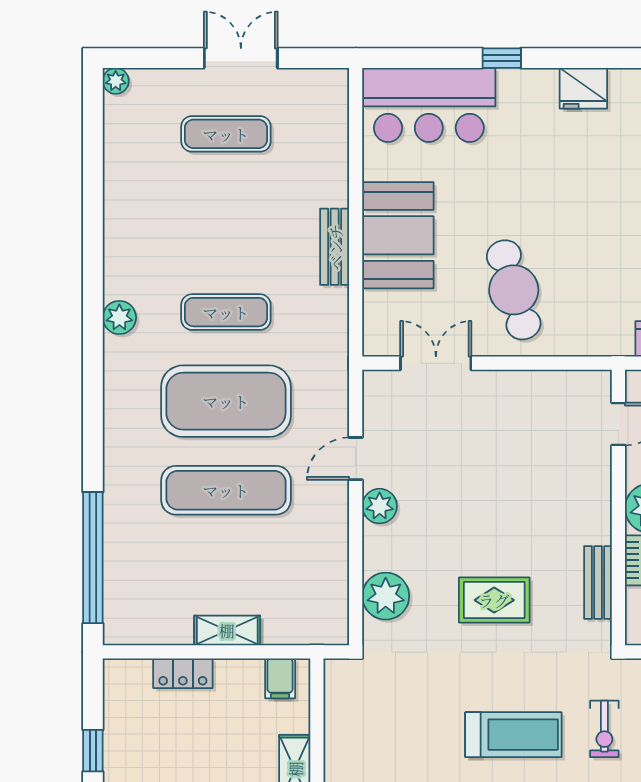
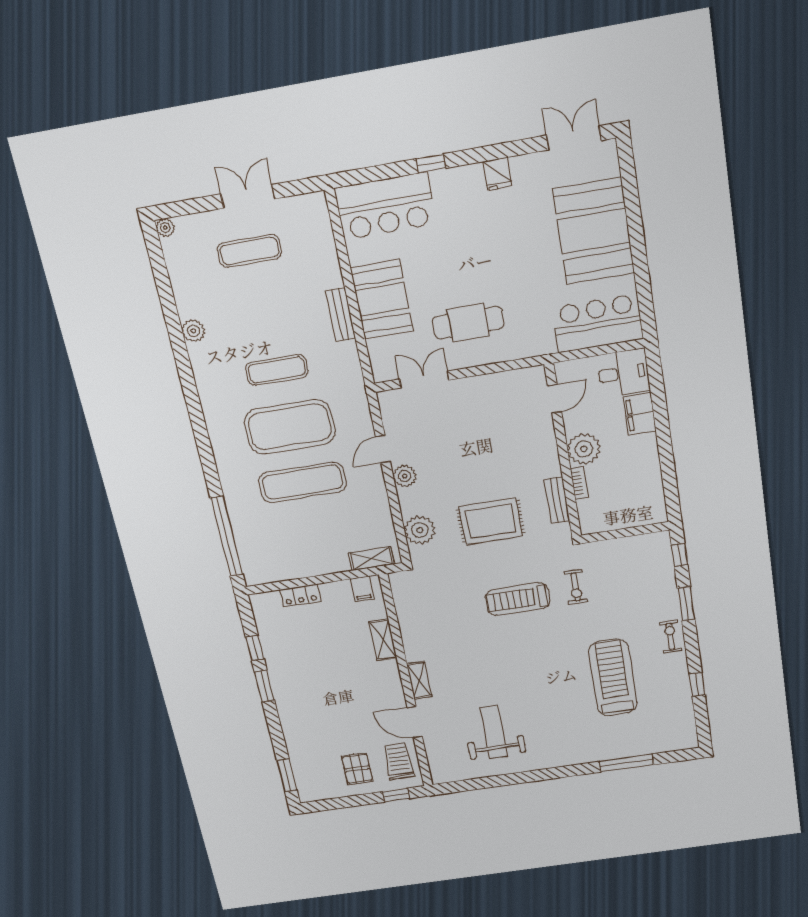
fridge: (583, 88) -> (497, 174), width x0.72
cafe table: (514, 290) -> (468, 323), turned -74
plant: (119, 317) -> (193, 331), moved
rug: (494, 600) -> (491, 521), width x1.36, depth x1.43
shelving: (227, 630) -> (371, 559), moved
treadmill: (513, 735) -> (518, 599), turned 180

